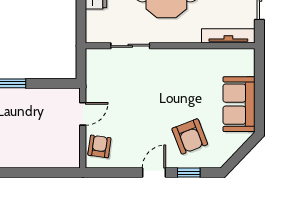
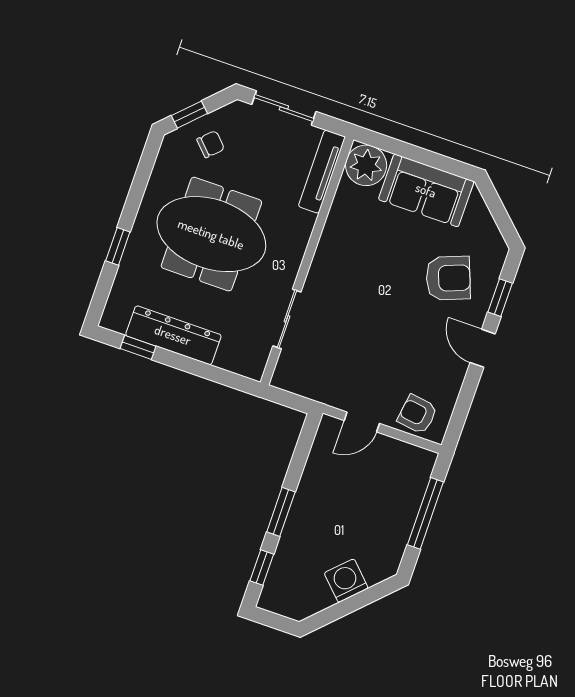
plant: (242, 62) -> (366, 165), added
door: (83, 114) -> (362, 422), swing flipped
window: (40, 173) -> (425, 513), added

